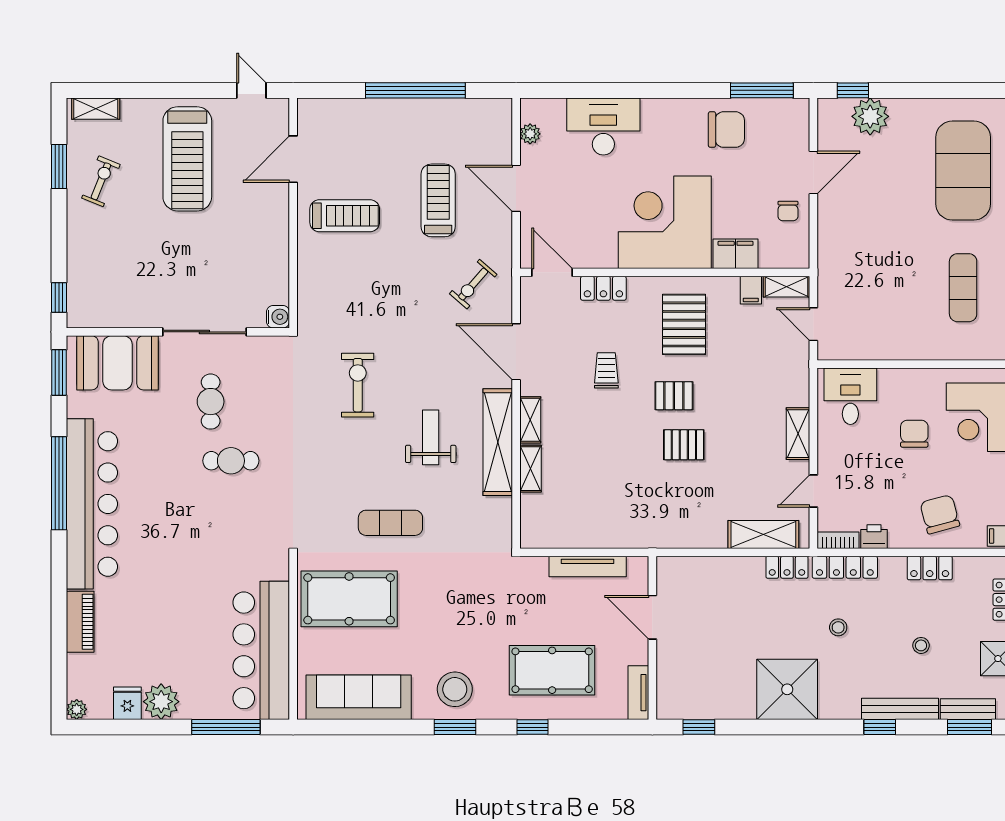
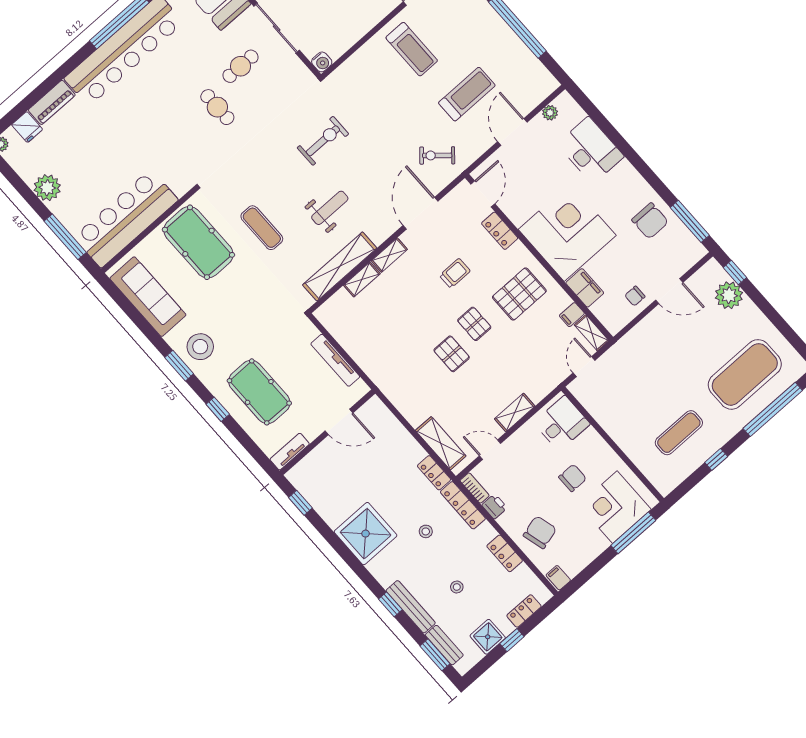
shelving: (498, 442) -> (340, 266), moved
door: (652, 617) -> (339, 422), swing flipped
fridge: (127, 703) -> (27, 127), moved, turned 90

